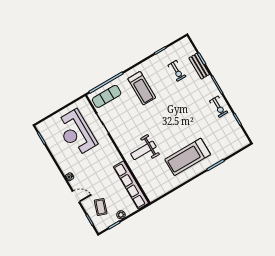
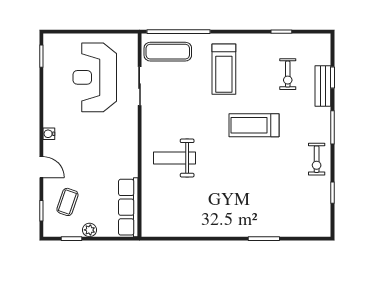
treadmill: (188, 157) -> (254, 125), moved, width x0.73, depth x0.73
row of seats: (131, 185) -> (128, 207), width x0.73

